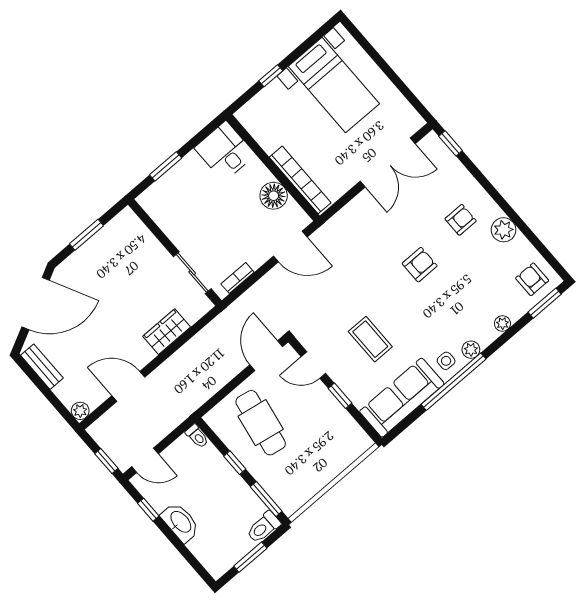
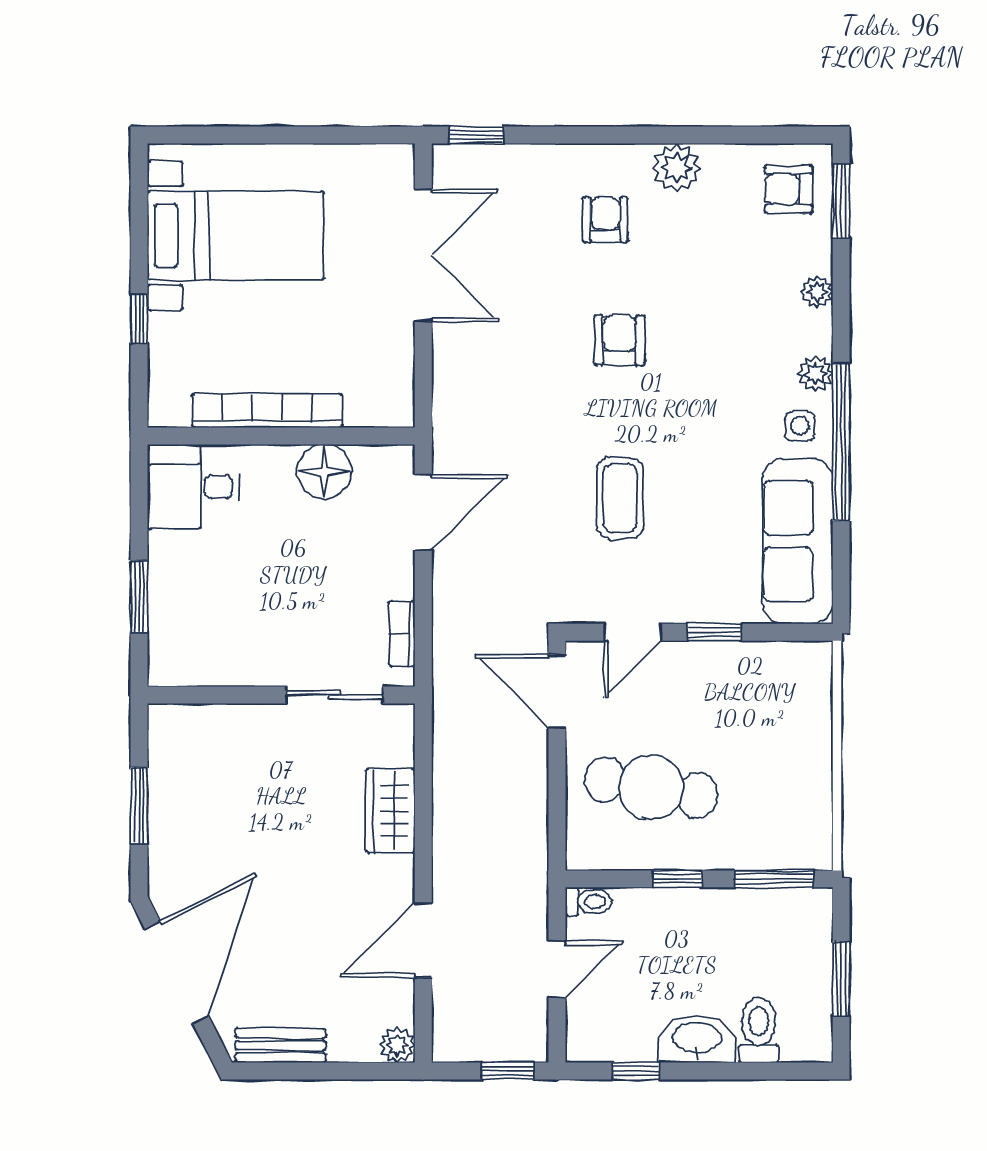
bookcase: (300, 180) -> (267, 411), moved
coffee table: (370, 339) -> (620, 498), moved, turned 90
door: (145, 460) -> (557, 969), moved
toilet: (263, 527) -> (759, 1030), moved, turned 180

